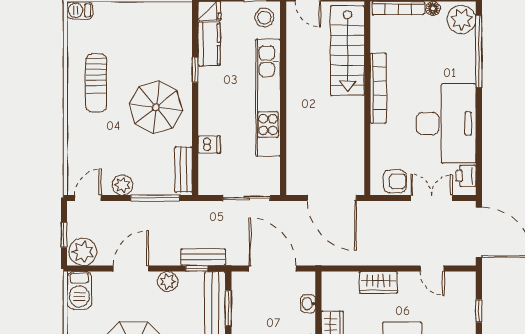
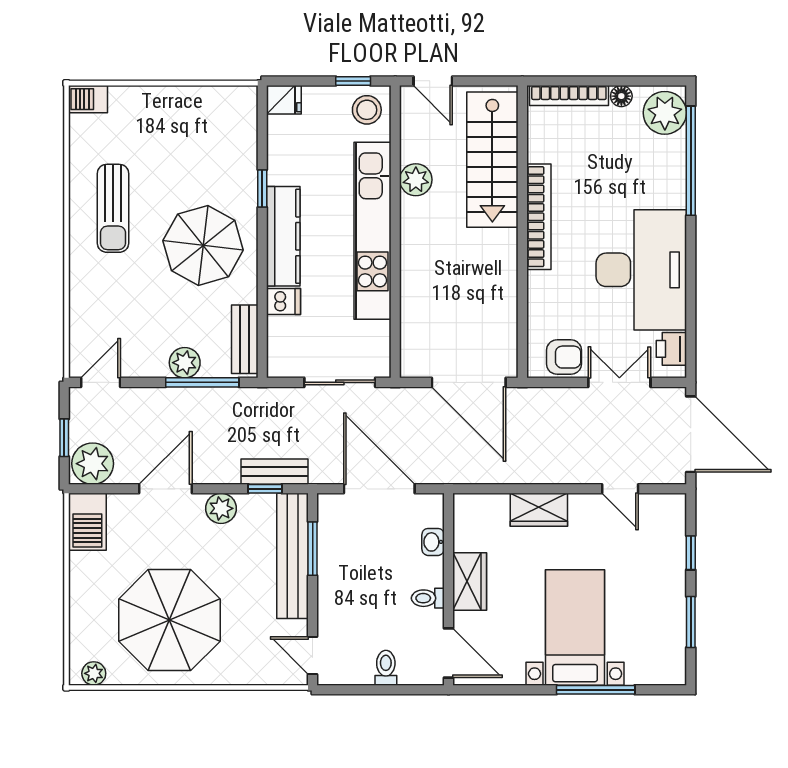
kitchen counter: (209, 44) -> (283, 236), moved, width x1.50
plant: (297, 64) -> (416, 180), added
plant: (122, 185) -> (185, 363), moved

